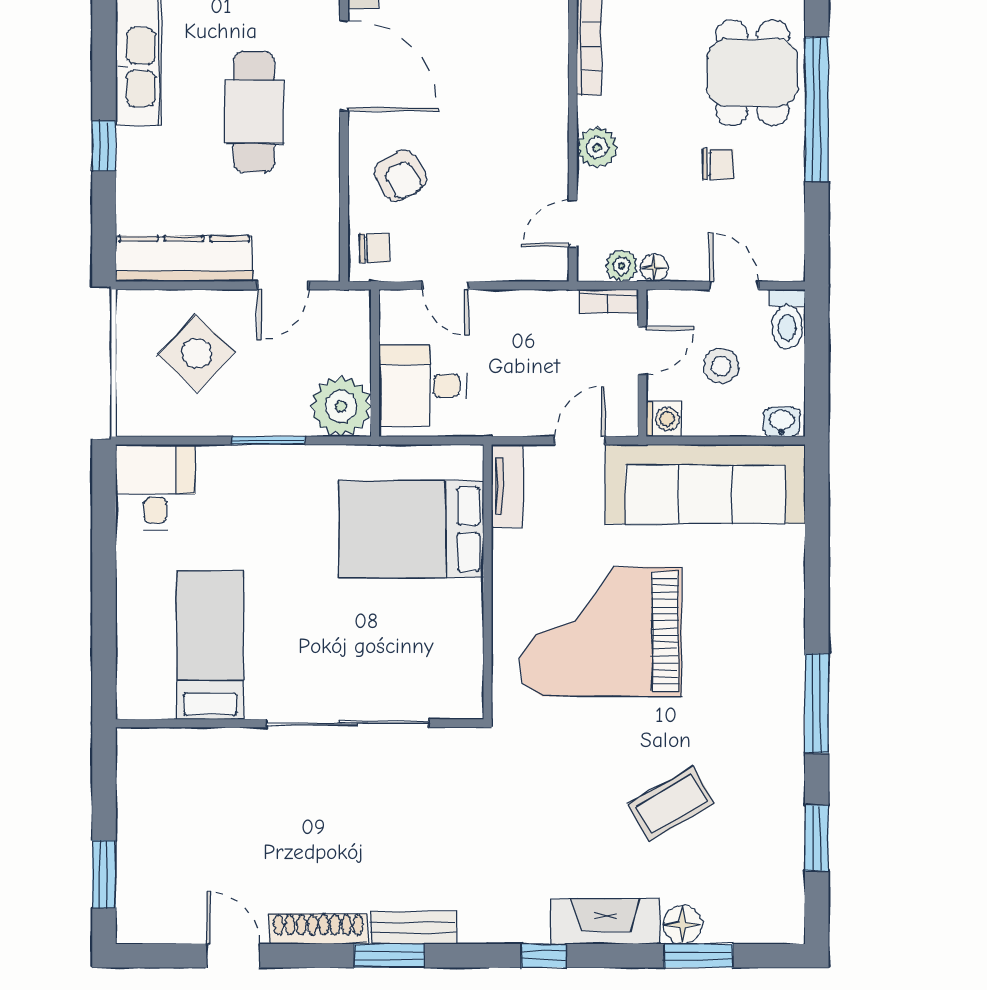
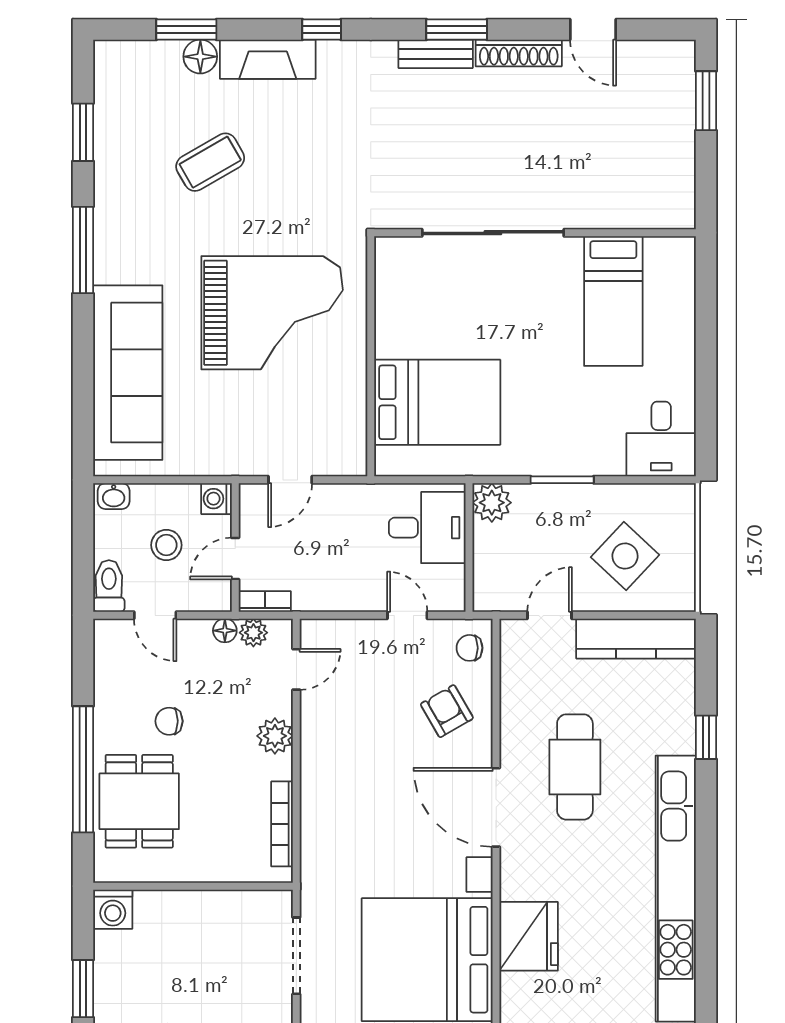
plant: (341, 406) -> (492, 503), width x0.73, depth x0.73
sofa: (705, 484) -> (128, 373), moved, turned 90
tv unit: (507, 486) -> (354, 440), removed

